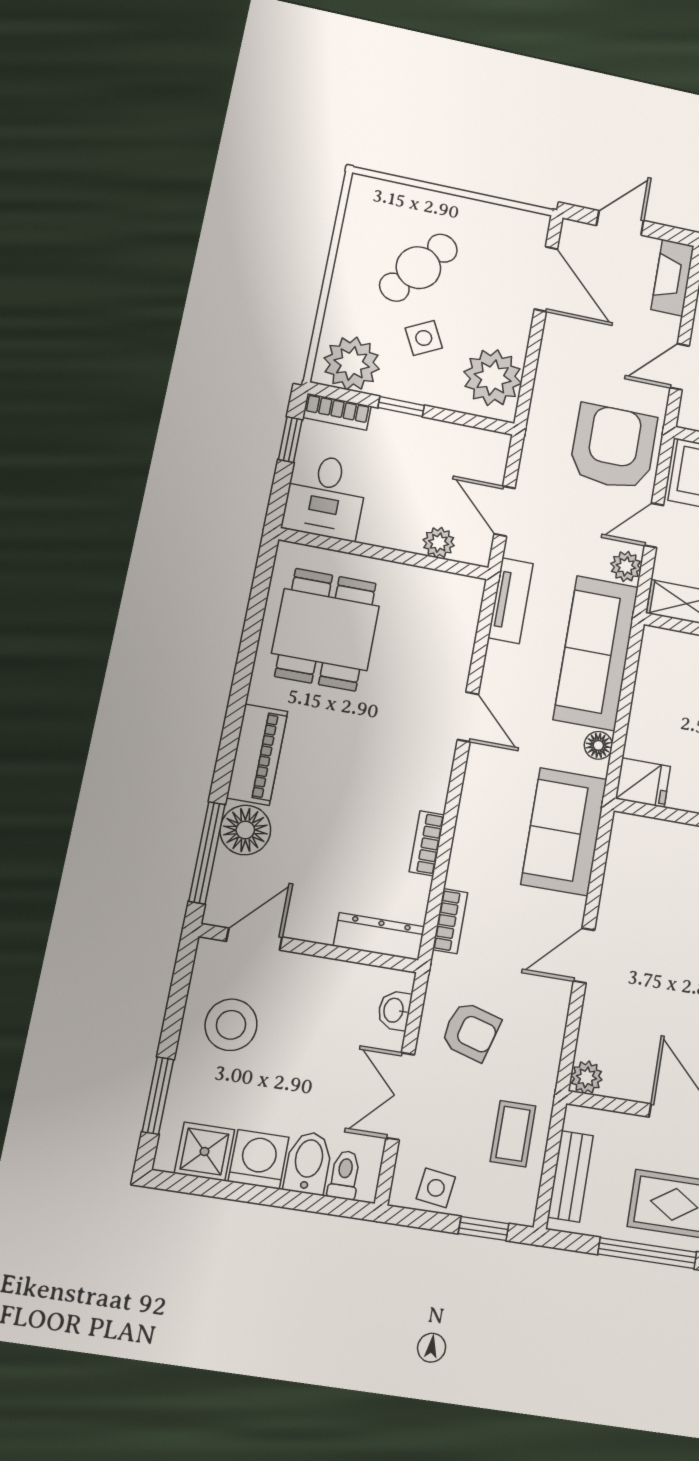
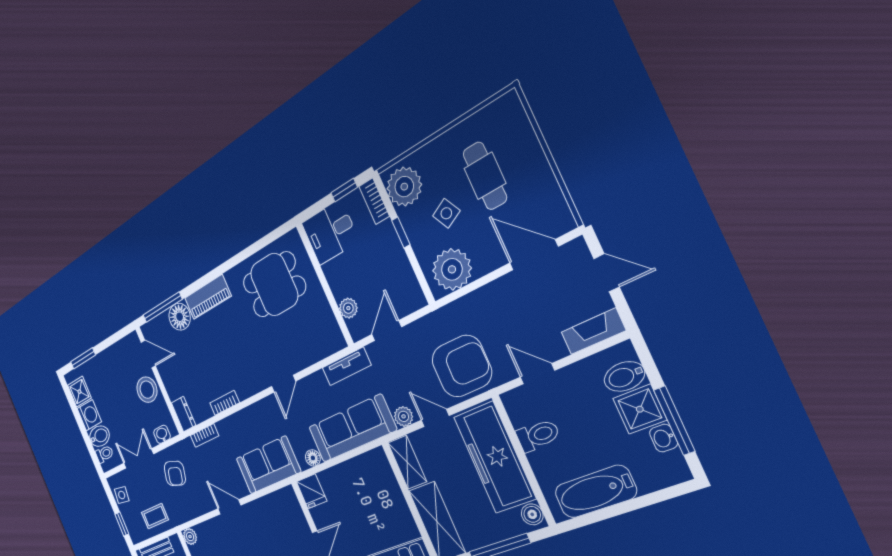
cafe table: (418, 268) -> (485, 176), turned 52
door: (546, 279) -> (534, 255), swing flipped
dresser: (379, 936) -> (183, 414), width x0.70
stool: (231, 1025) -> (147, 390), moved

